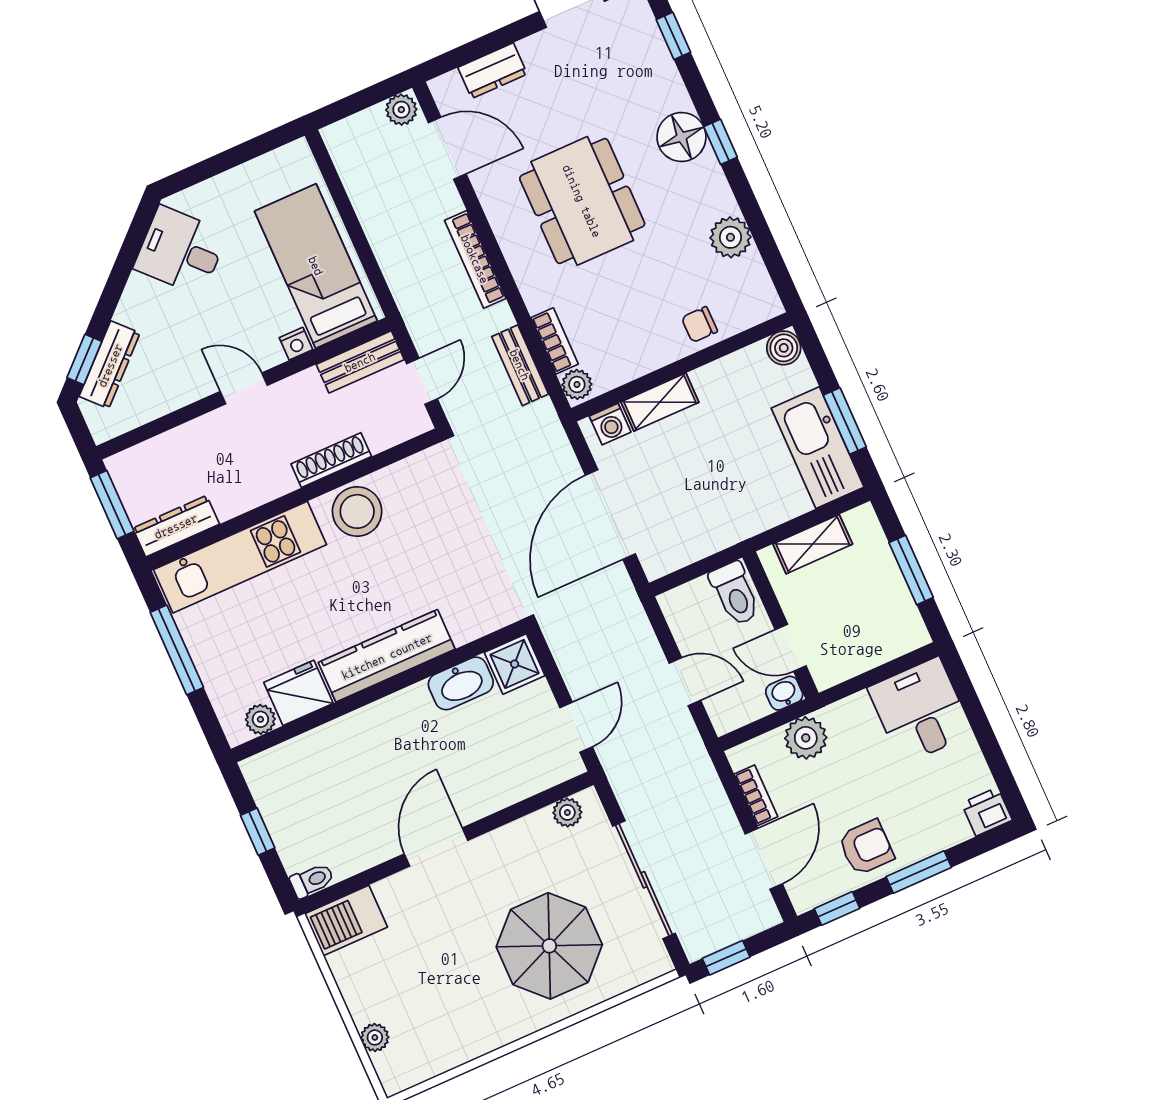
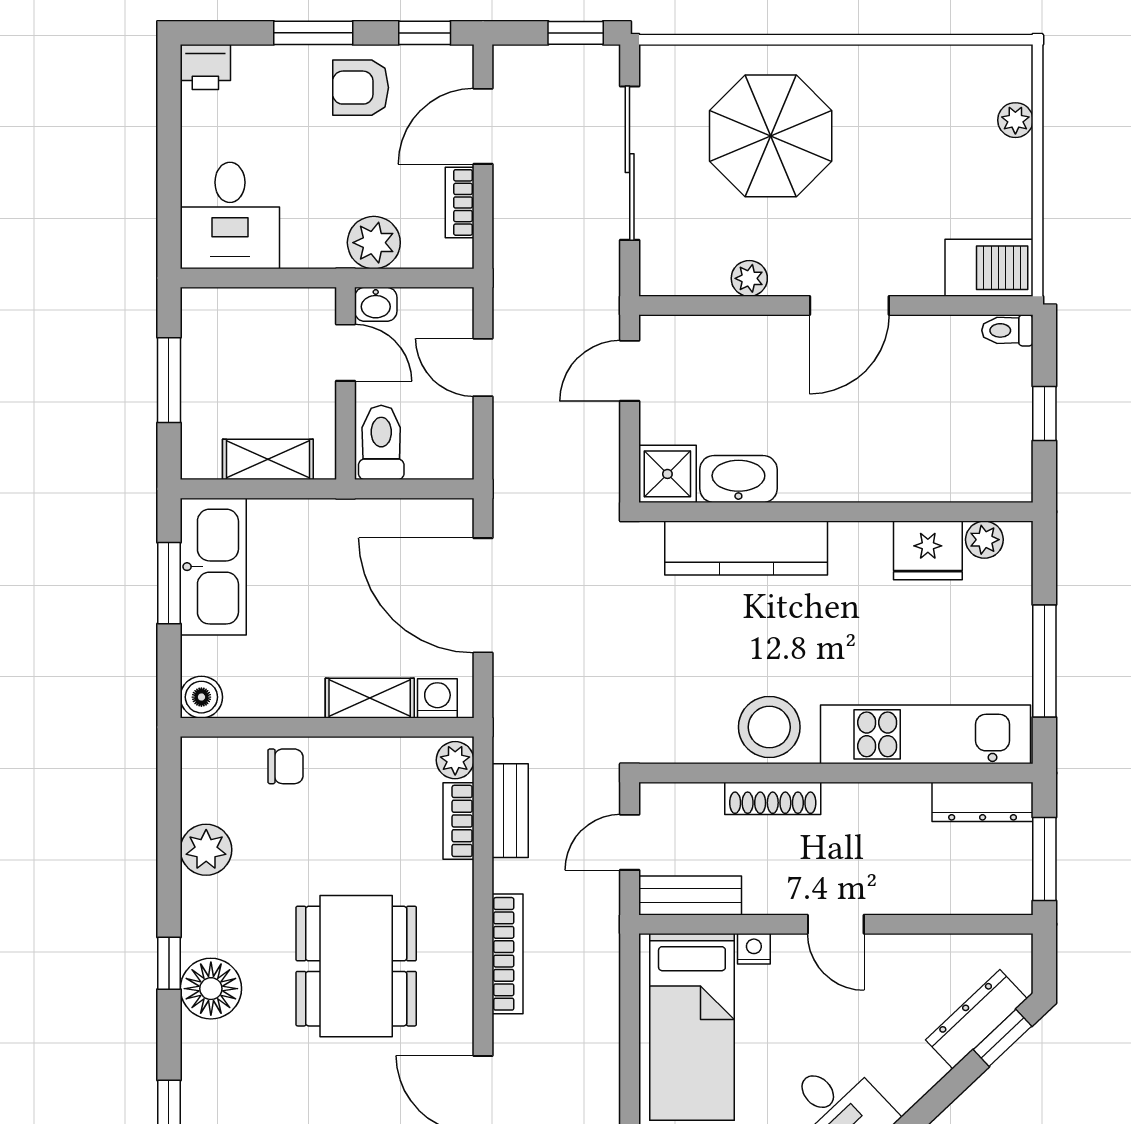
door: (610, 515) -> (483, 595), swing flipped
kitchen counter: (387, 656) -> (746, 548), moved
plant: (567, 812) -> (749, 278), moved

